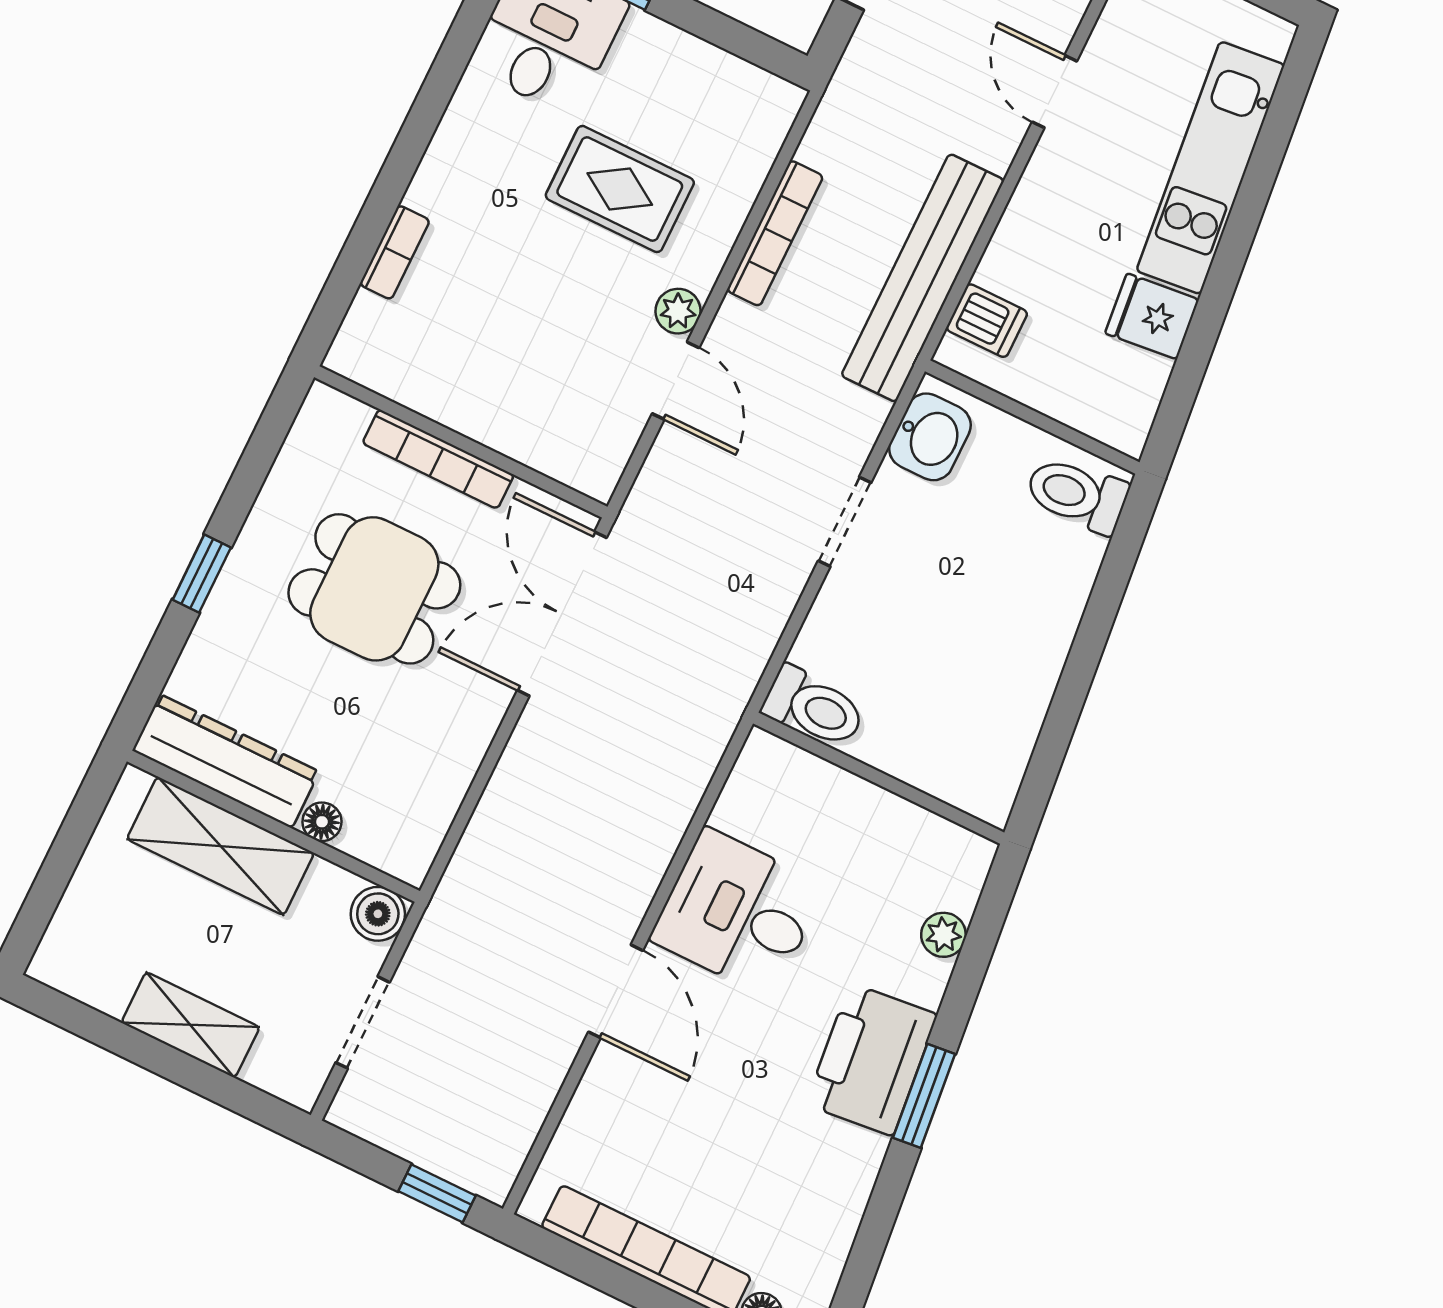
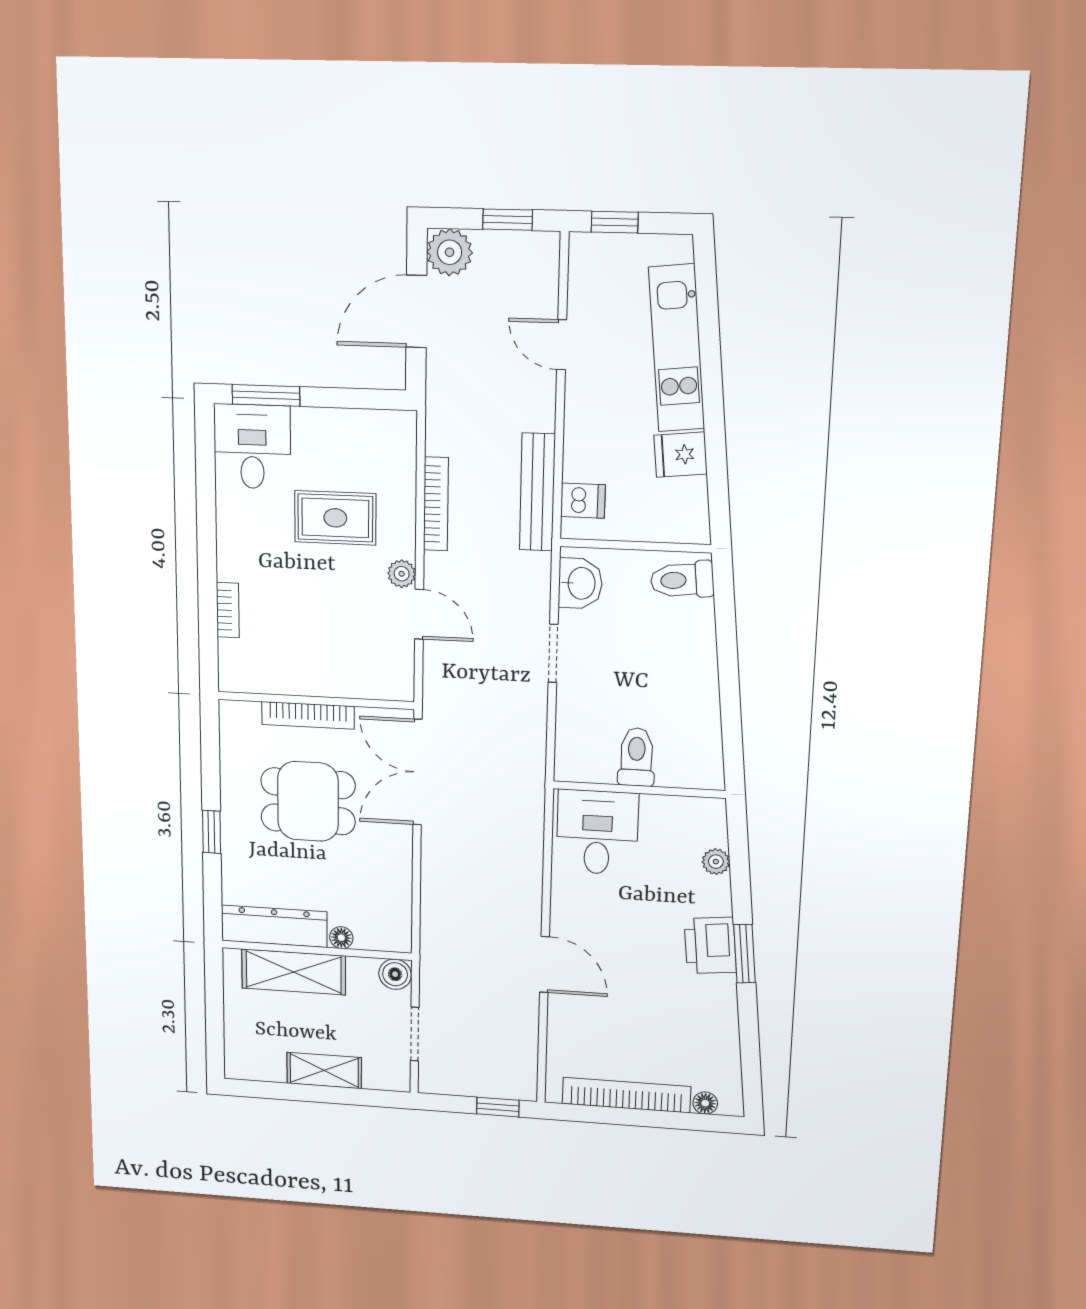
bench: (923, 278) -> (537, 492), width x0.73, depth x0.82
toilet: (814, 707) -> (636, 757), moved, turned -90
desk: (738, 913) -> (597, 832), moved, turned 90
printer: (872, 1060) -> (710, 945), width x0.73, depth x0.84

